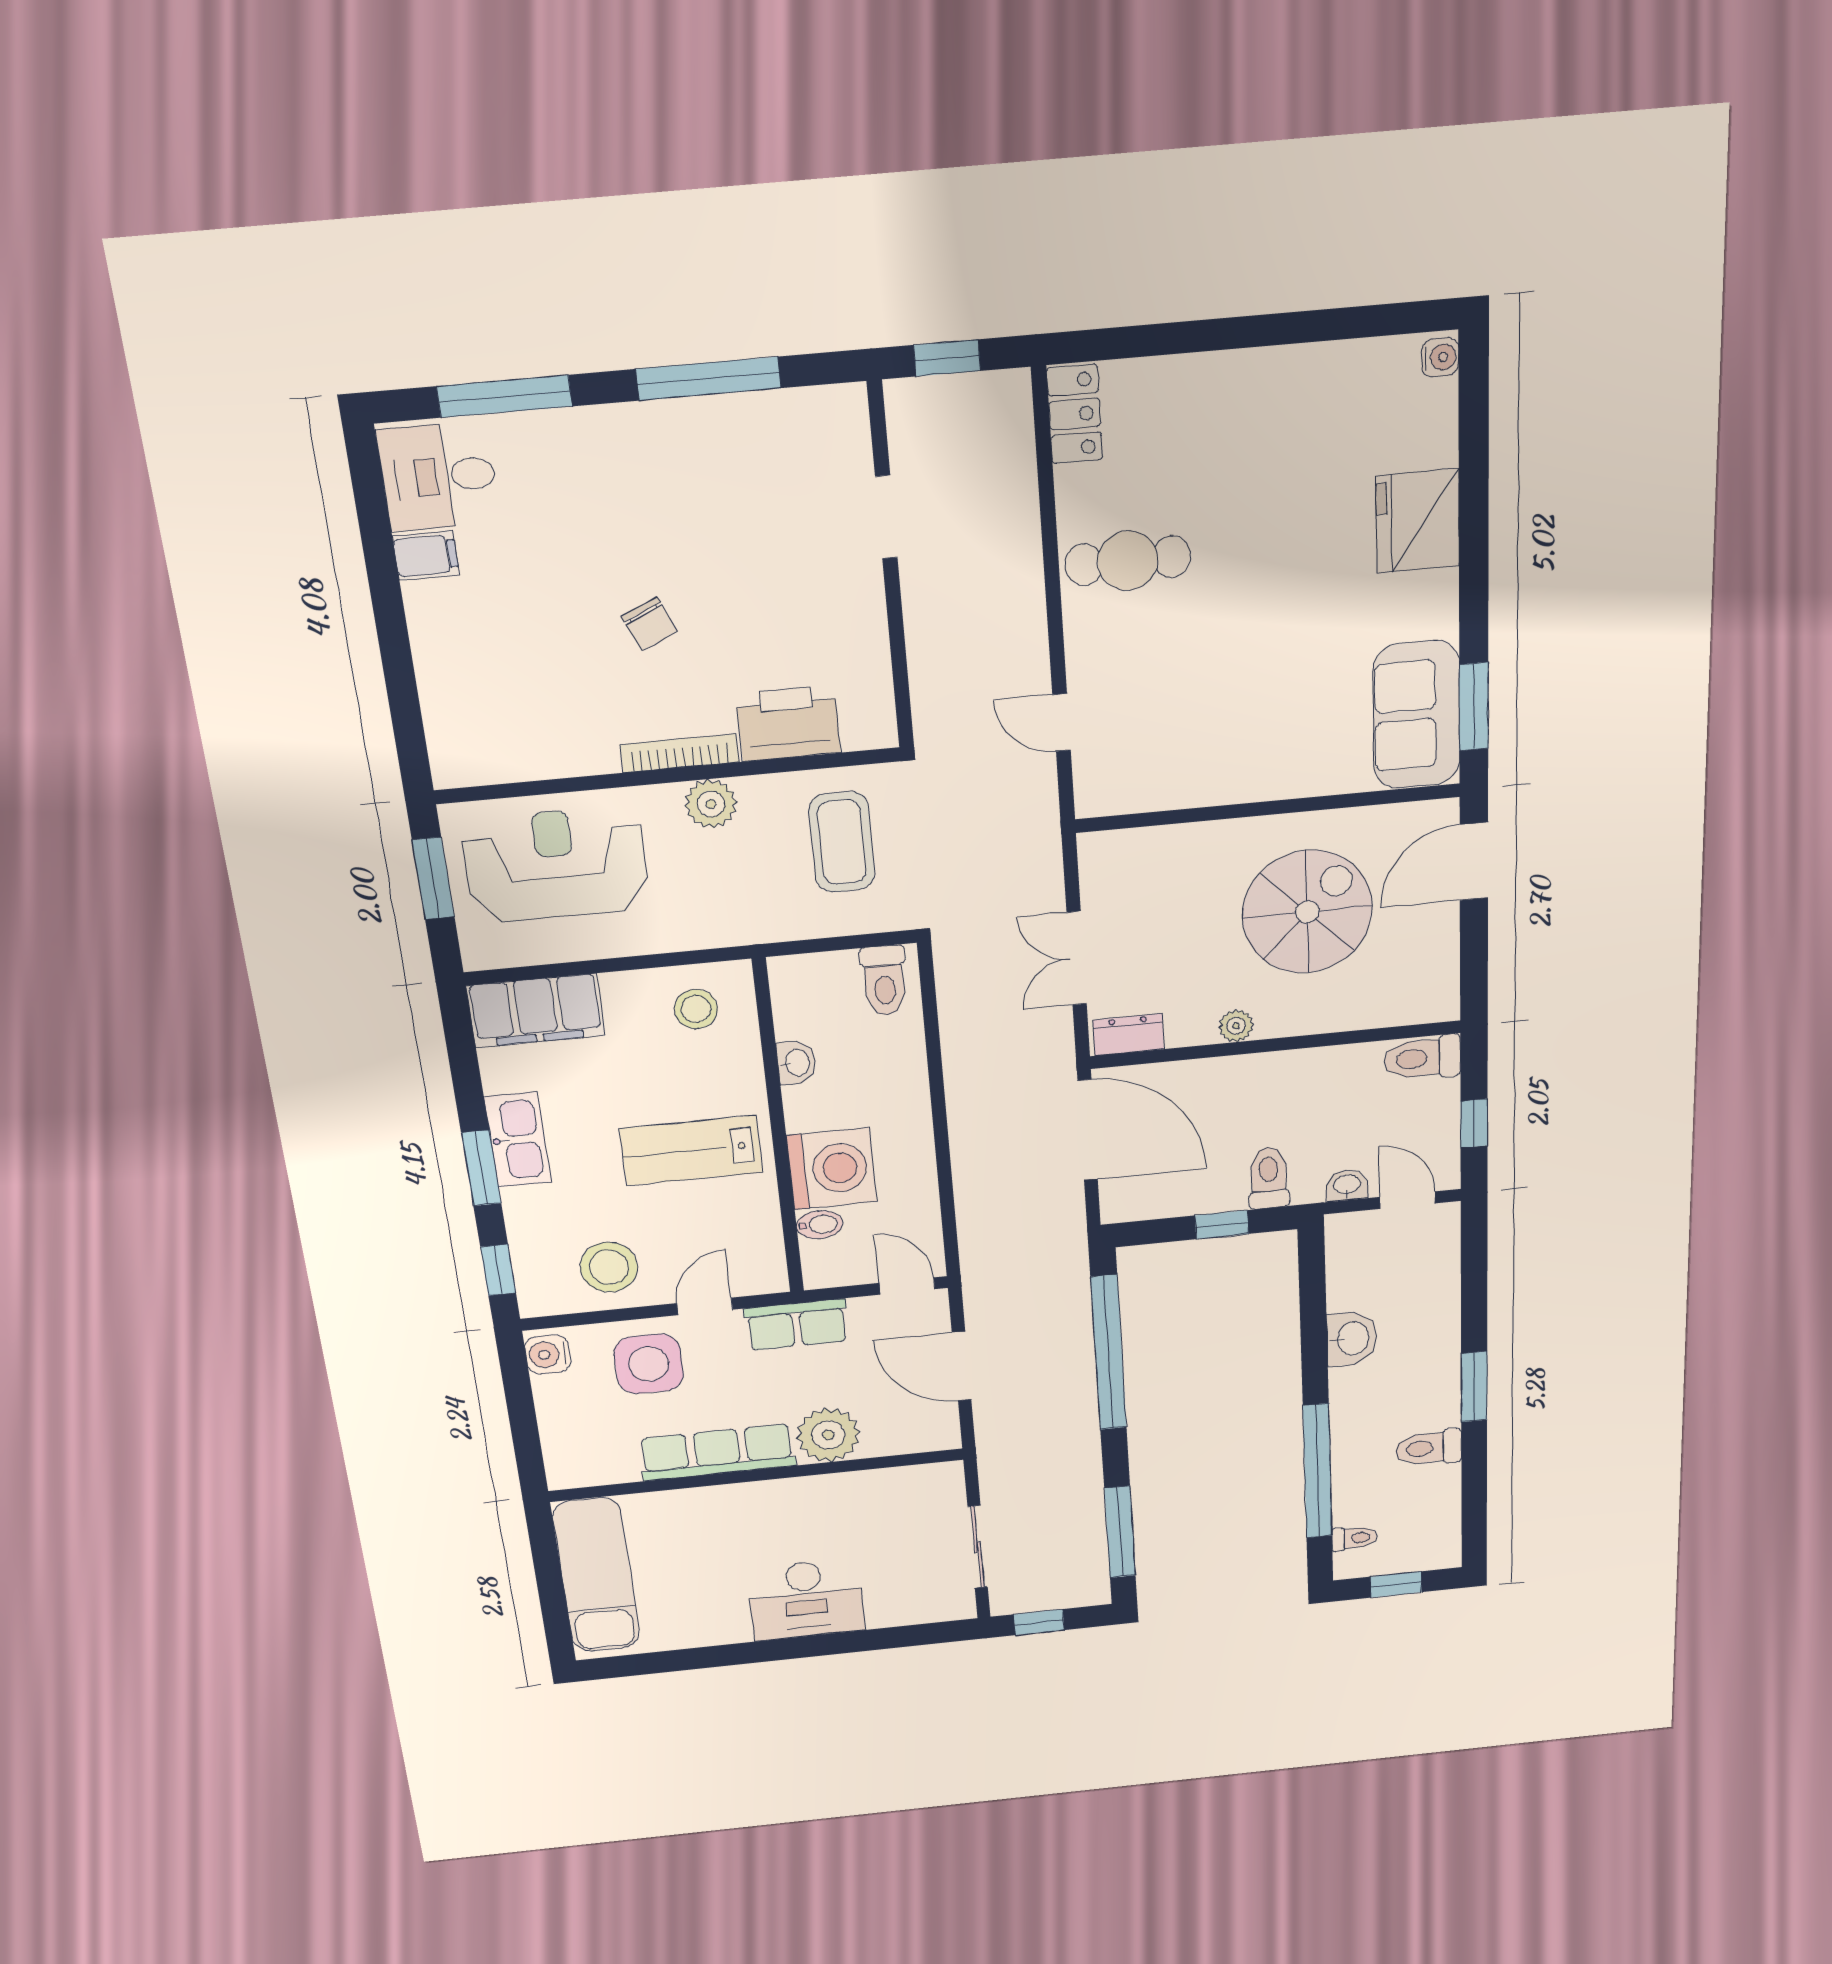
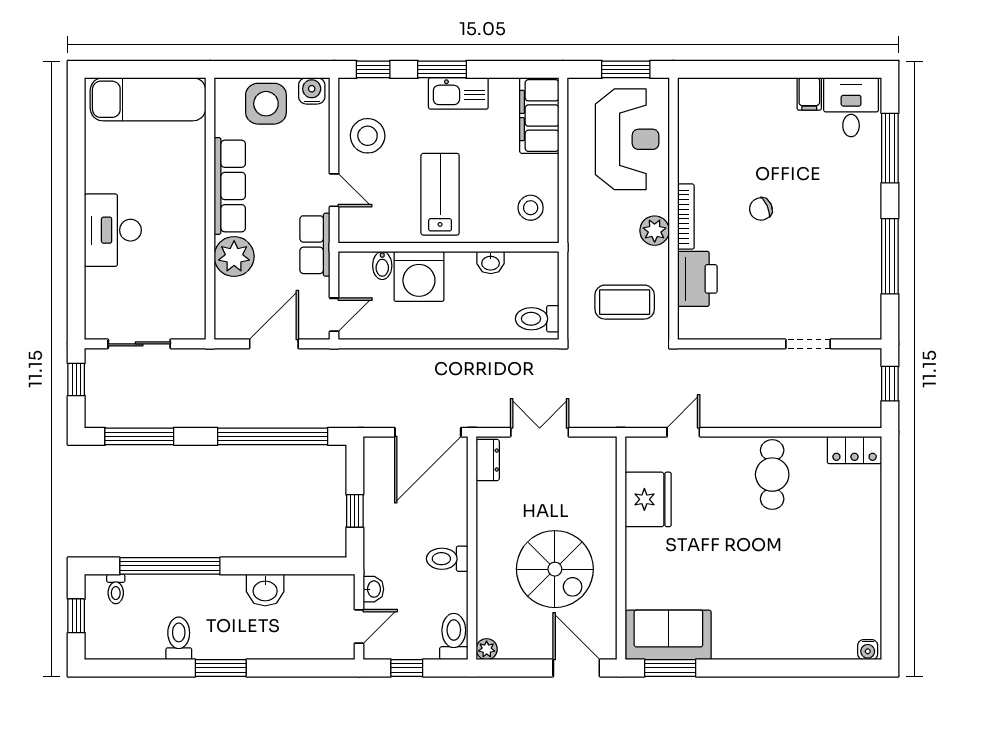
fridge: (1418, 521) -> (648, 499), moved, turned 90
plant: (1236, 1026) -> (487, 649), moved
toilet: (1269, 1178) -> (447, 559), moved, turned 180
side table: (649, 1364) -> (266, 104), moved

